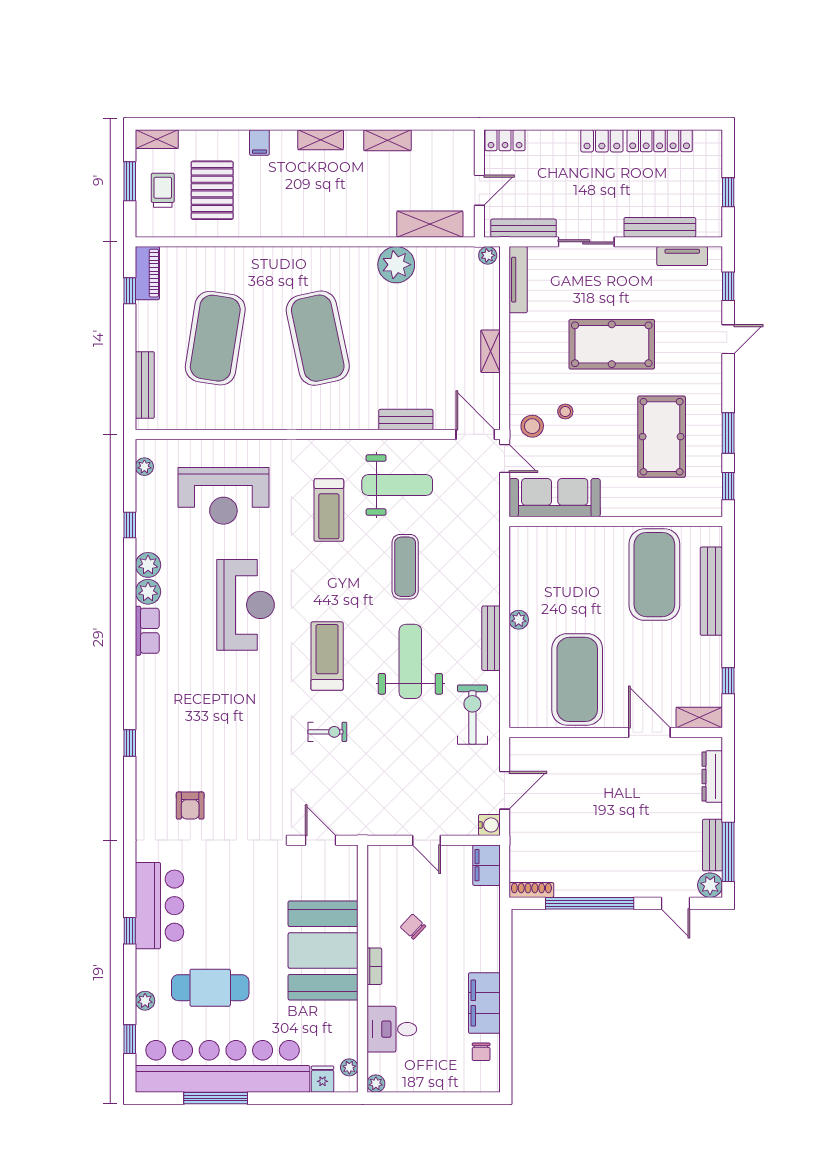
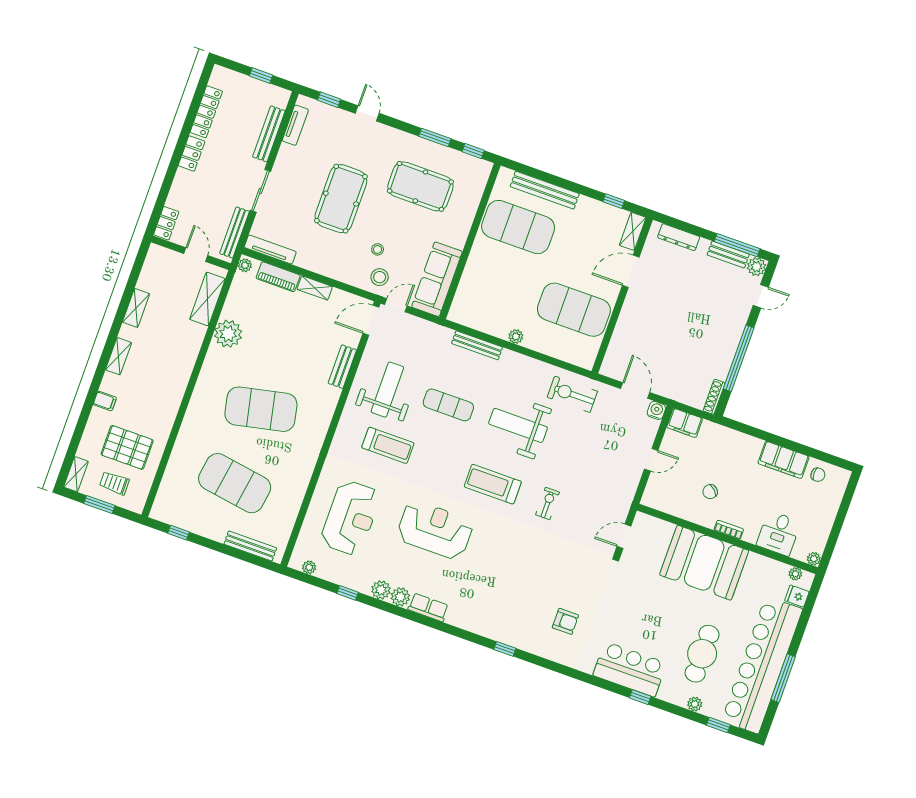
piano: (147, 273) -> (278, 277), moved, turned 180
bench: (491, 638) -> (477, 345), moved

